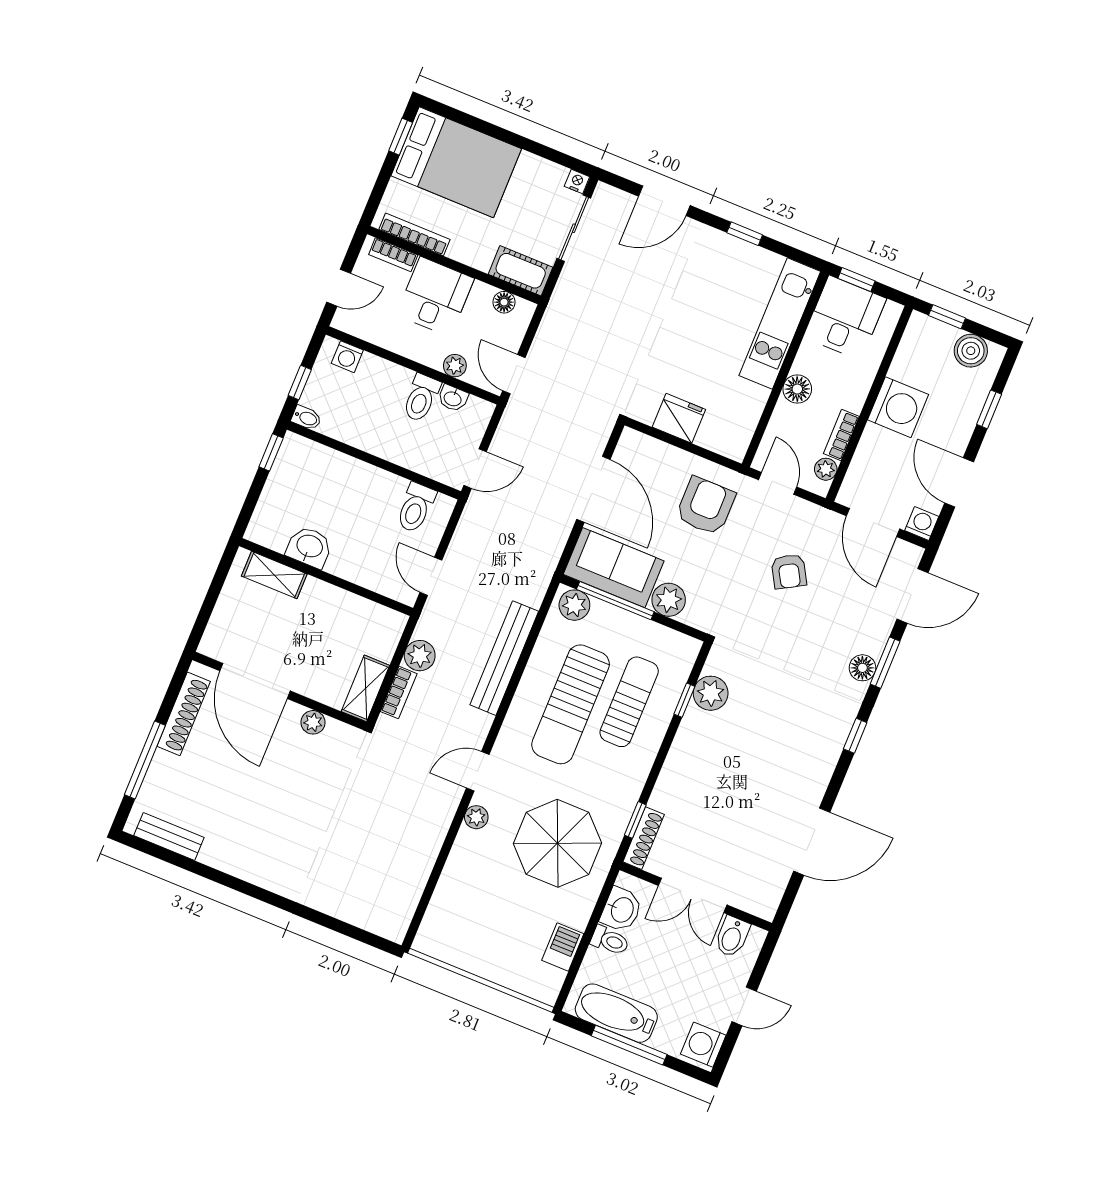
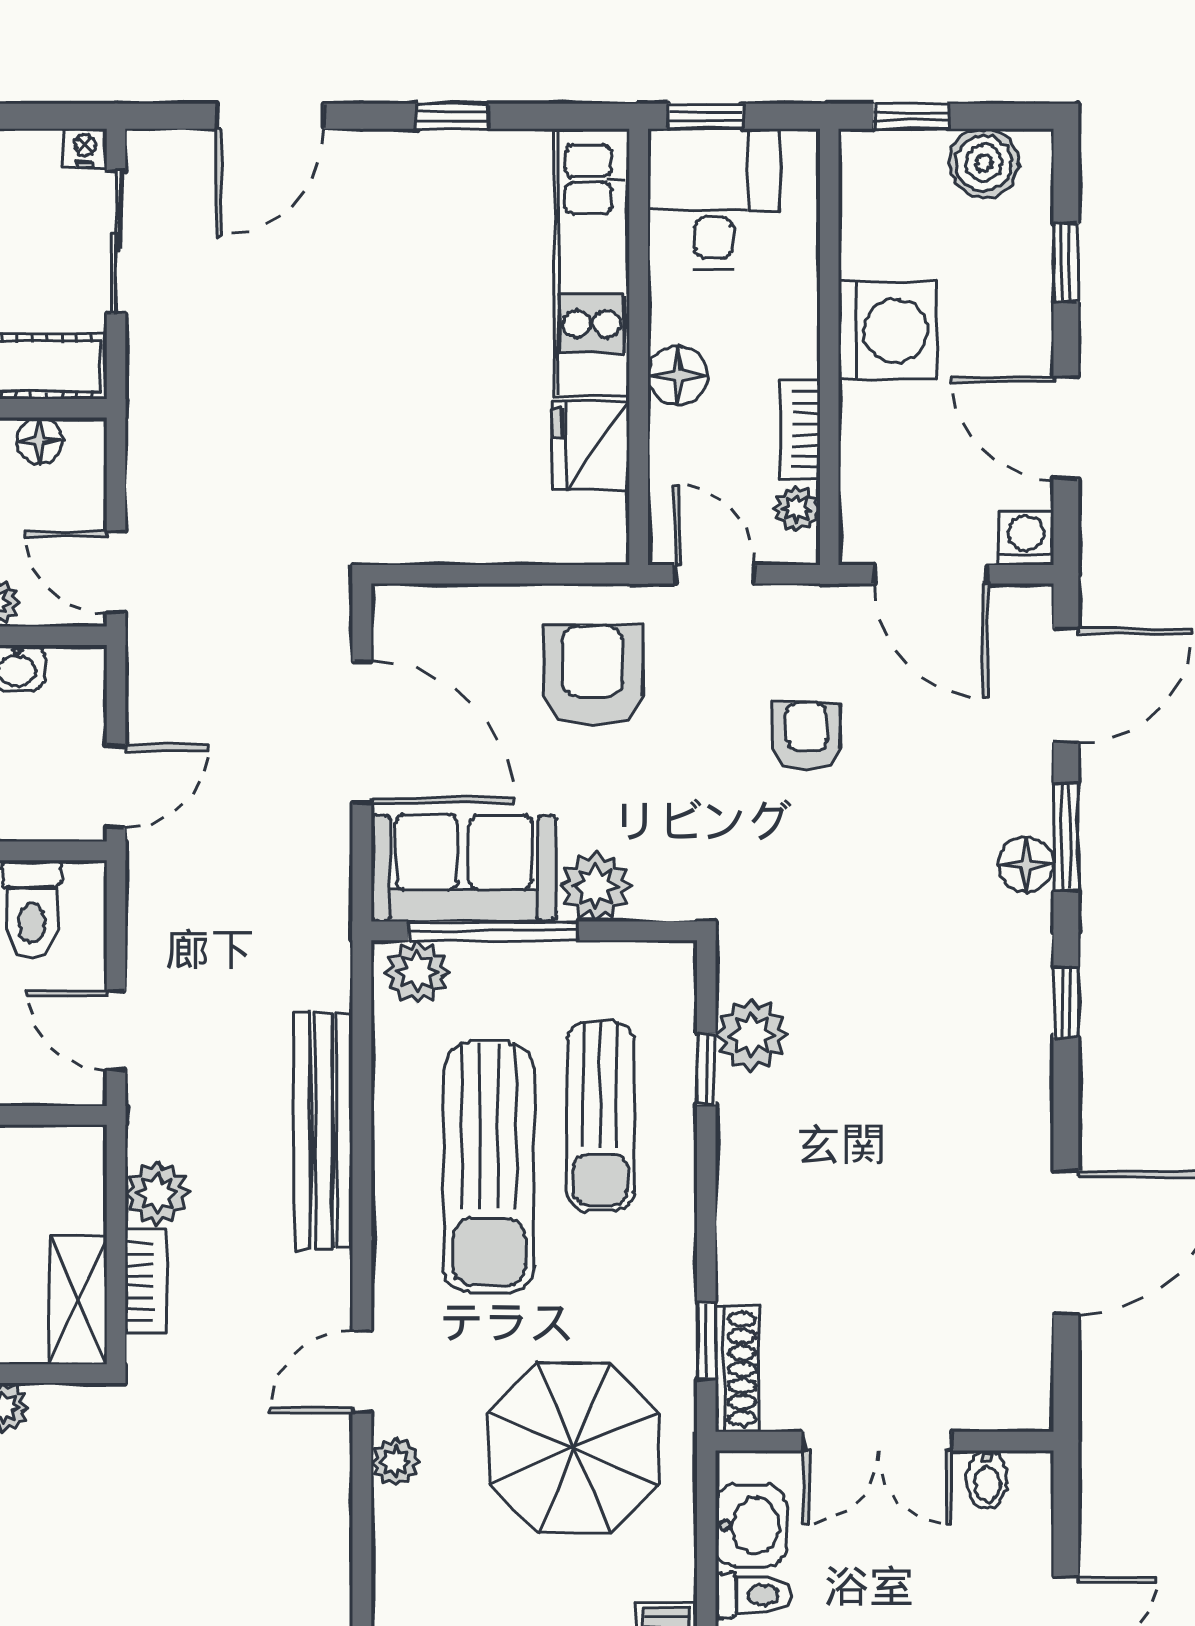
fridge: (679, 418) -> (591, 446), moved, turned -90
armchair: (789, 571) -> (807, 736), turned -150
sun lounger: (629, 702) -> (600, 1116), turned 180
bidet: (732, 937) -> (987, 1480), width x0.72, depth x0.74

